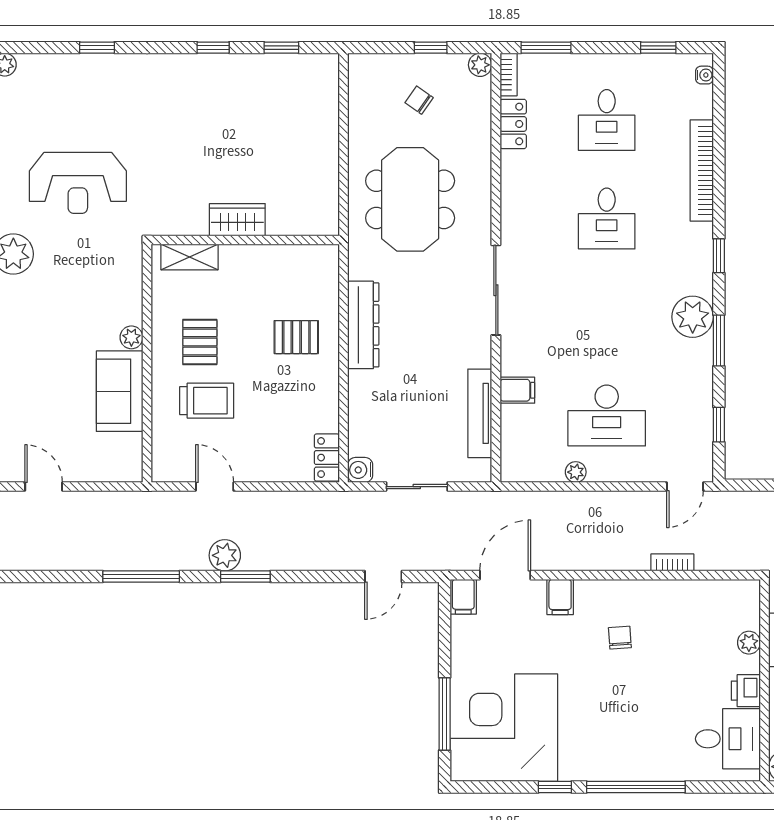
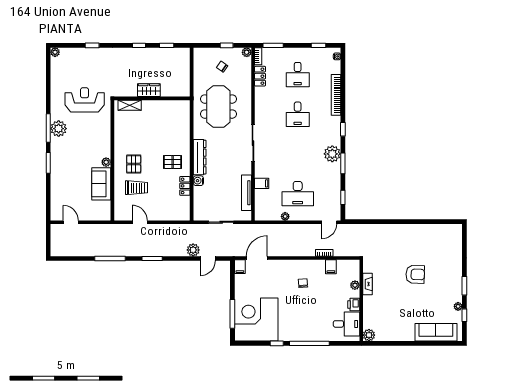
reception desk: (78, 183) -> (85, 100), turned 180
wardrobe: (237, 220) -> (149, 90), moved
wall: (245, 240) -> (152, 98), moved
shelving: (189, 257) -> (130, 105), moved
locker: (327, 458) -> (185, 186), moved
water cooler: (360, 470) -> (198, 181), moved
plant: (225, 555) -> (193, 250), moved
filing cabinet: (560, 597) -> (331, 267), moved

